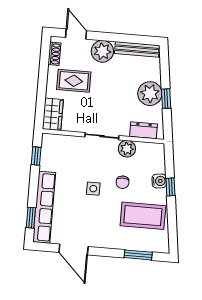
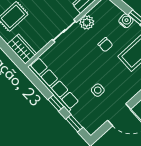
window: (36, 156) -> (56, 103), moved
side table: (93, 189) -> (98, 90), moved
row of seats: (44, 207) -> (53, 84), moved

